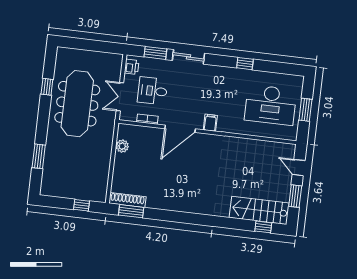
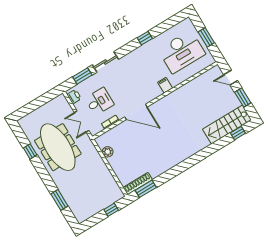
desk: (153, 91) -> (99, 101), turned 180
filing cabinet: (210, 123) -> (165, 85), moved
door: (180, 129) -> (136, 112), hinge flipped

